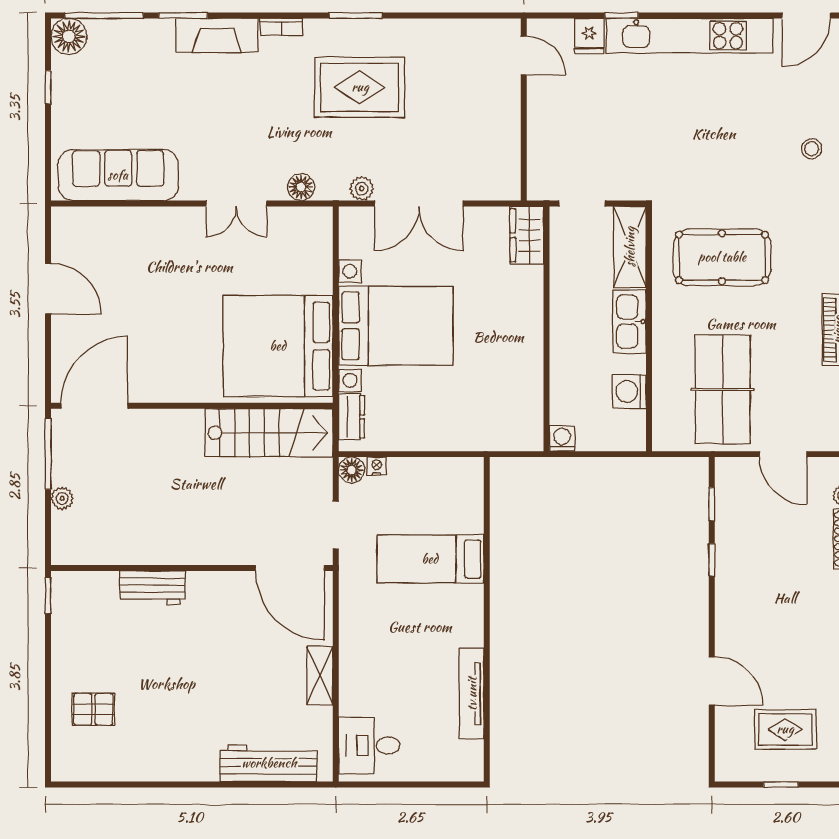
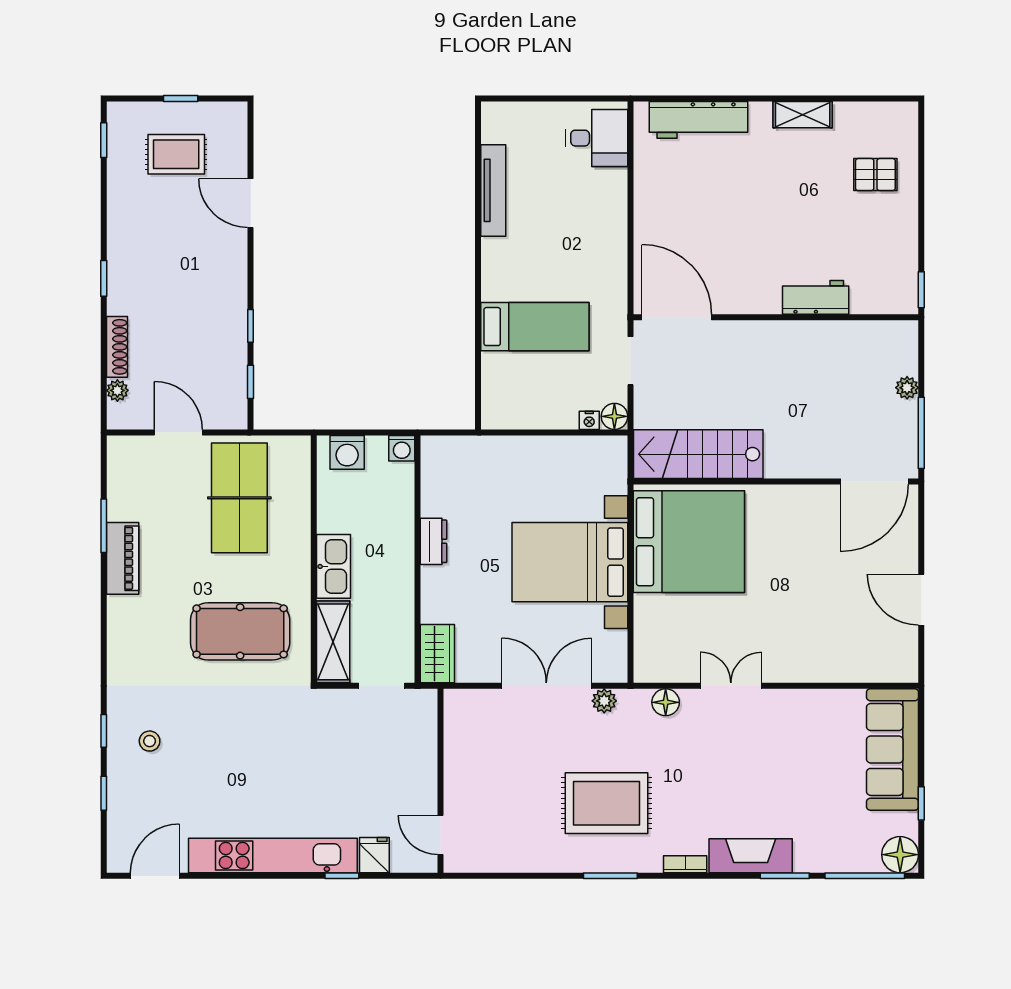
sofa: (118, 175) -> (893, 749), moved, turned 90
washing machine: (629, 392) -> (347, 452), moved, turned 90
dresser: (352, 417) -> (433, 541), moved, turned 180
shelving: (320, 676) -> (803, 115), moved, turned 90

